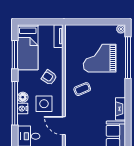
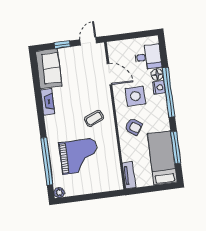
floor lamp: (23, 97) -> (157, 75), moved

